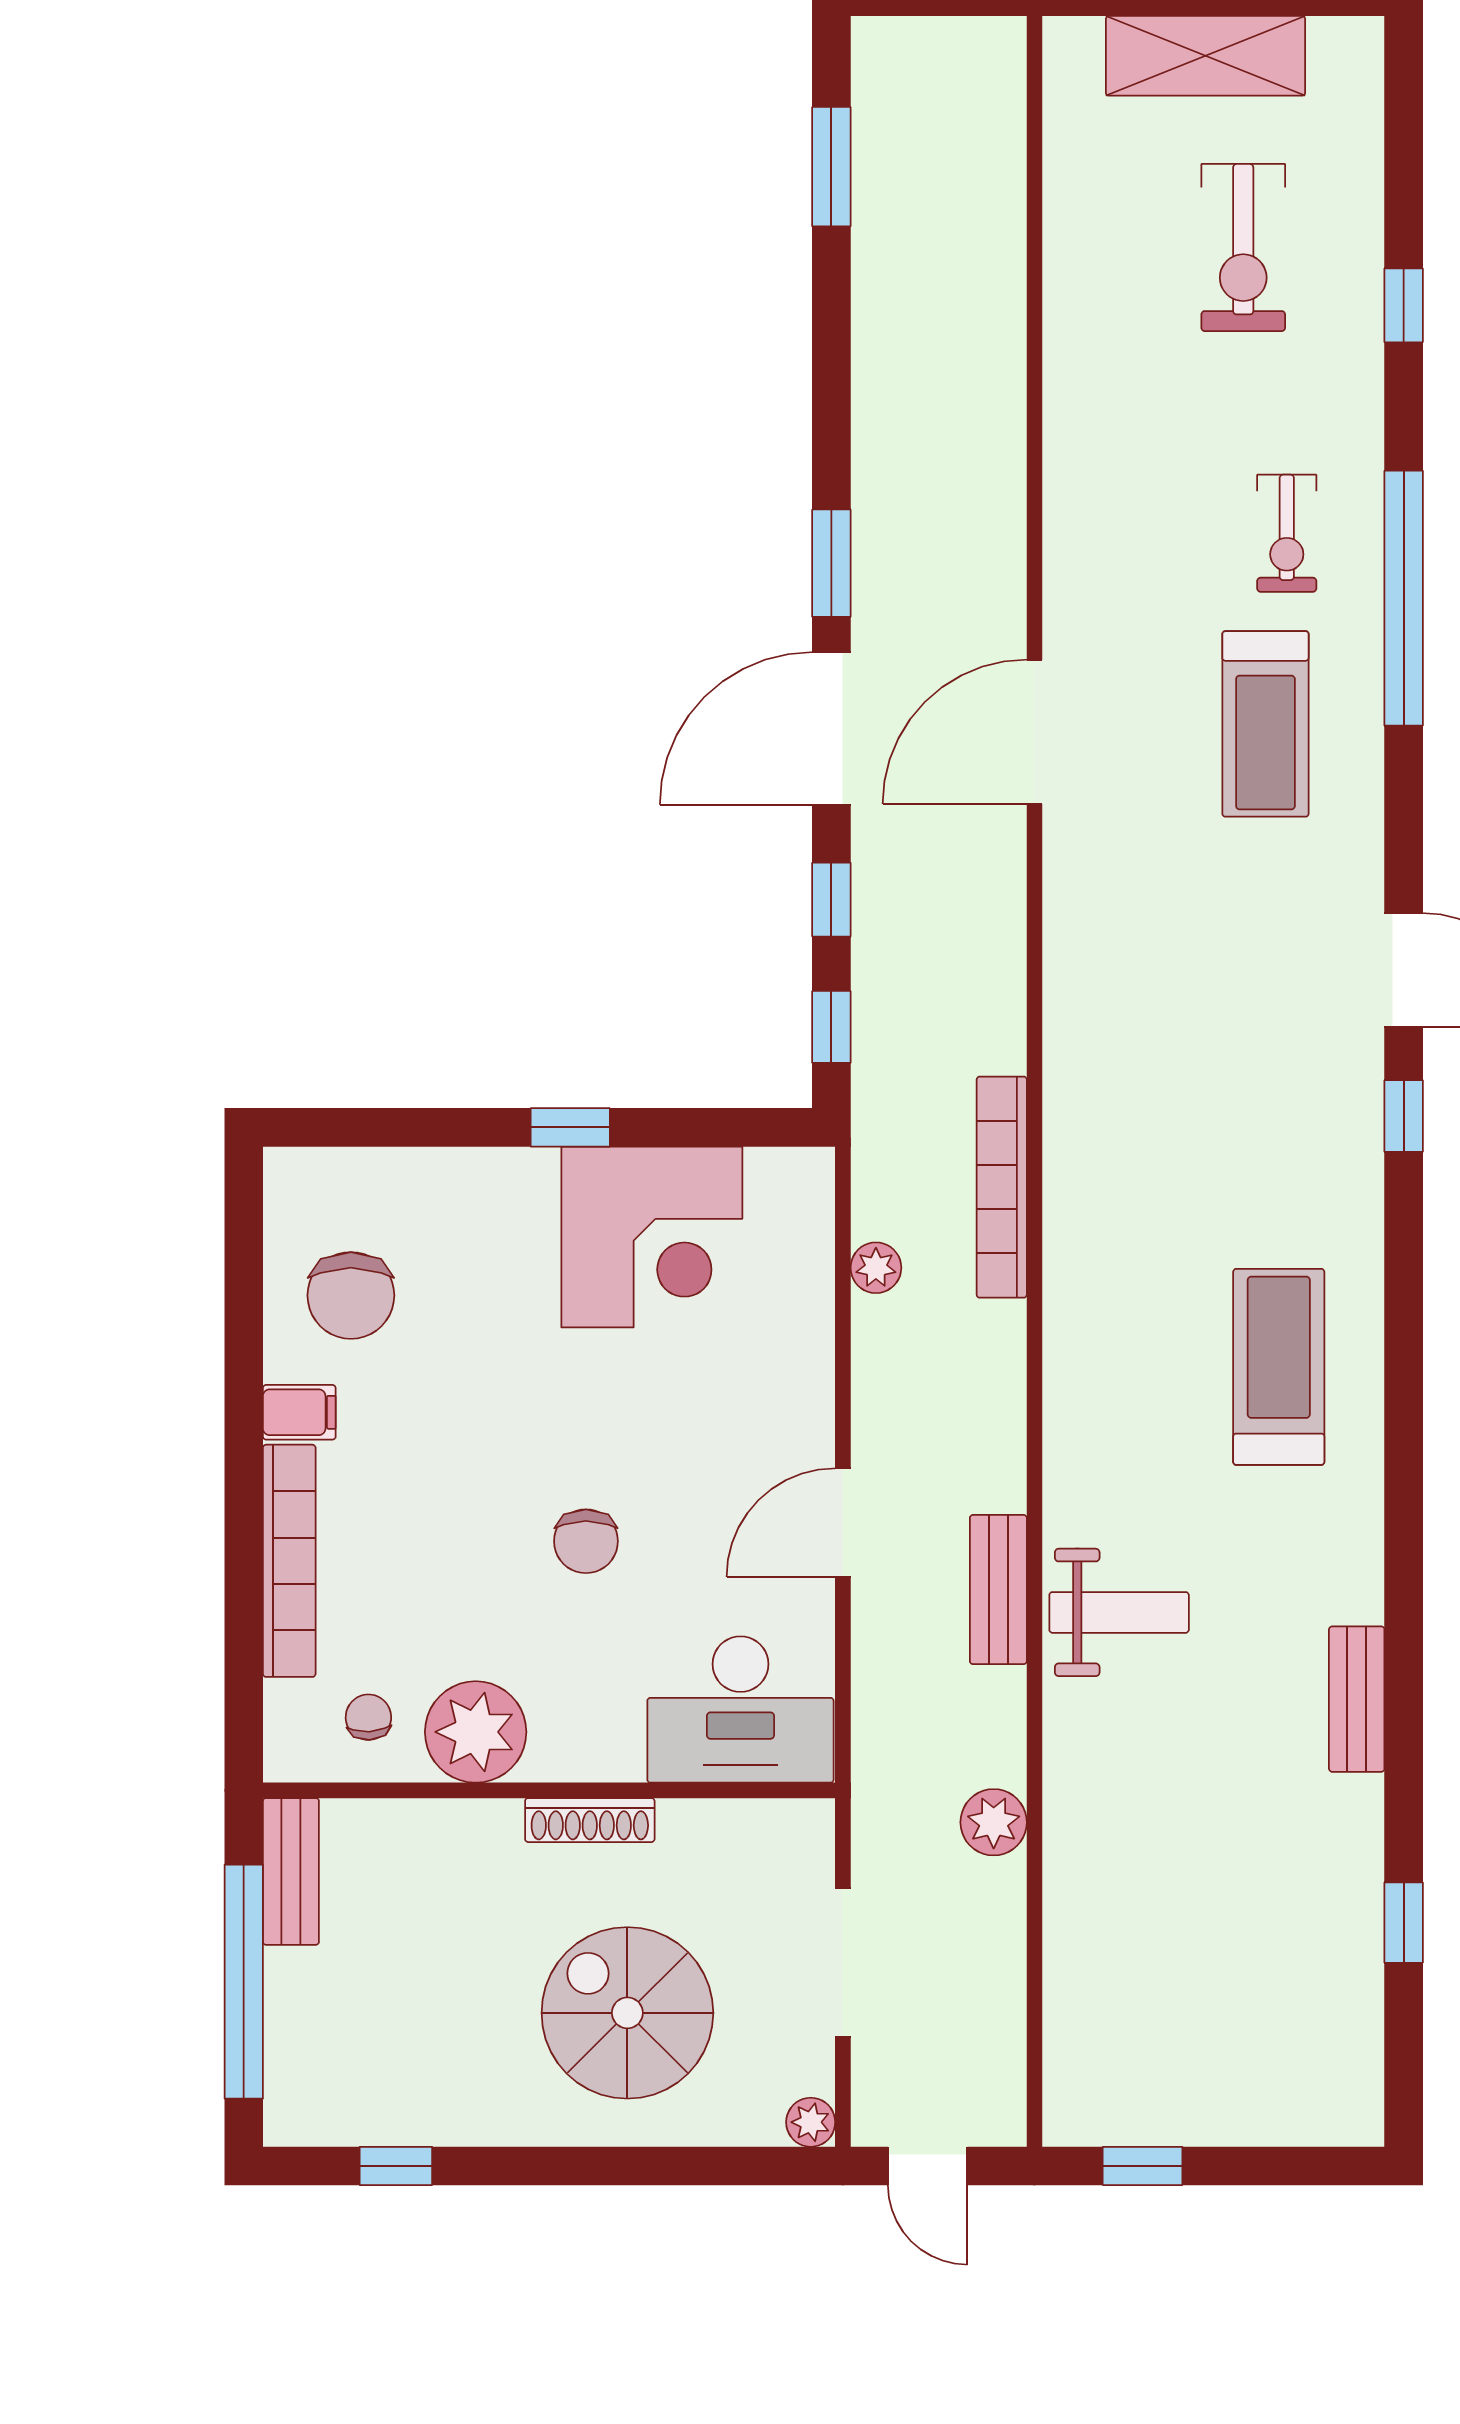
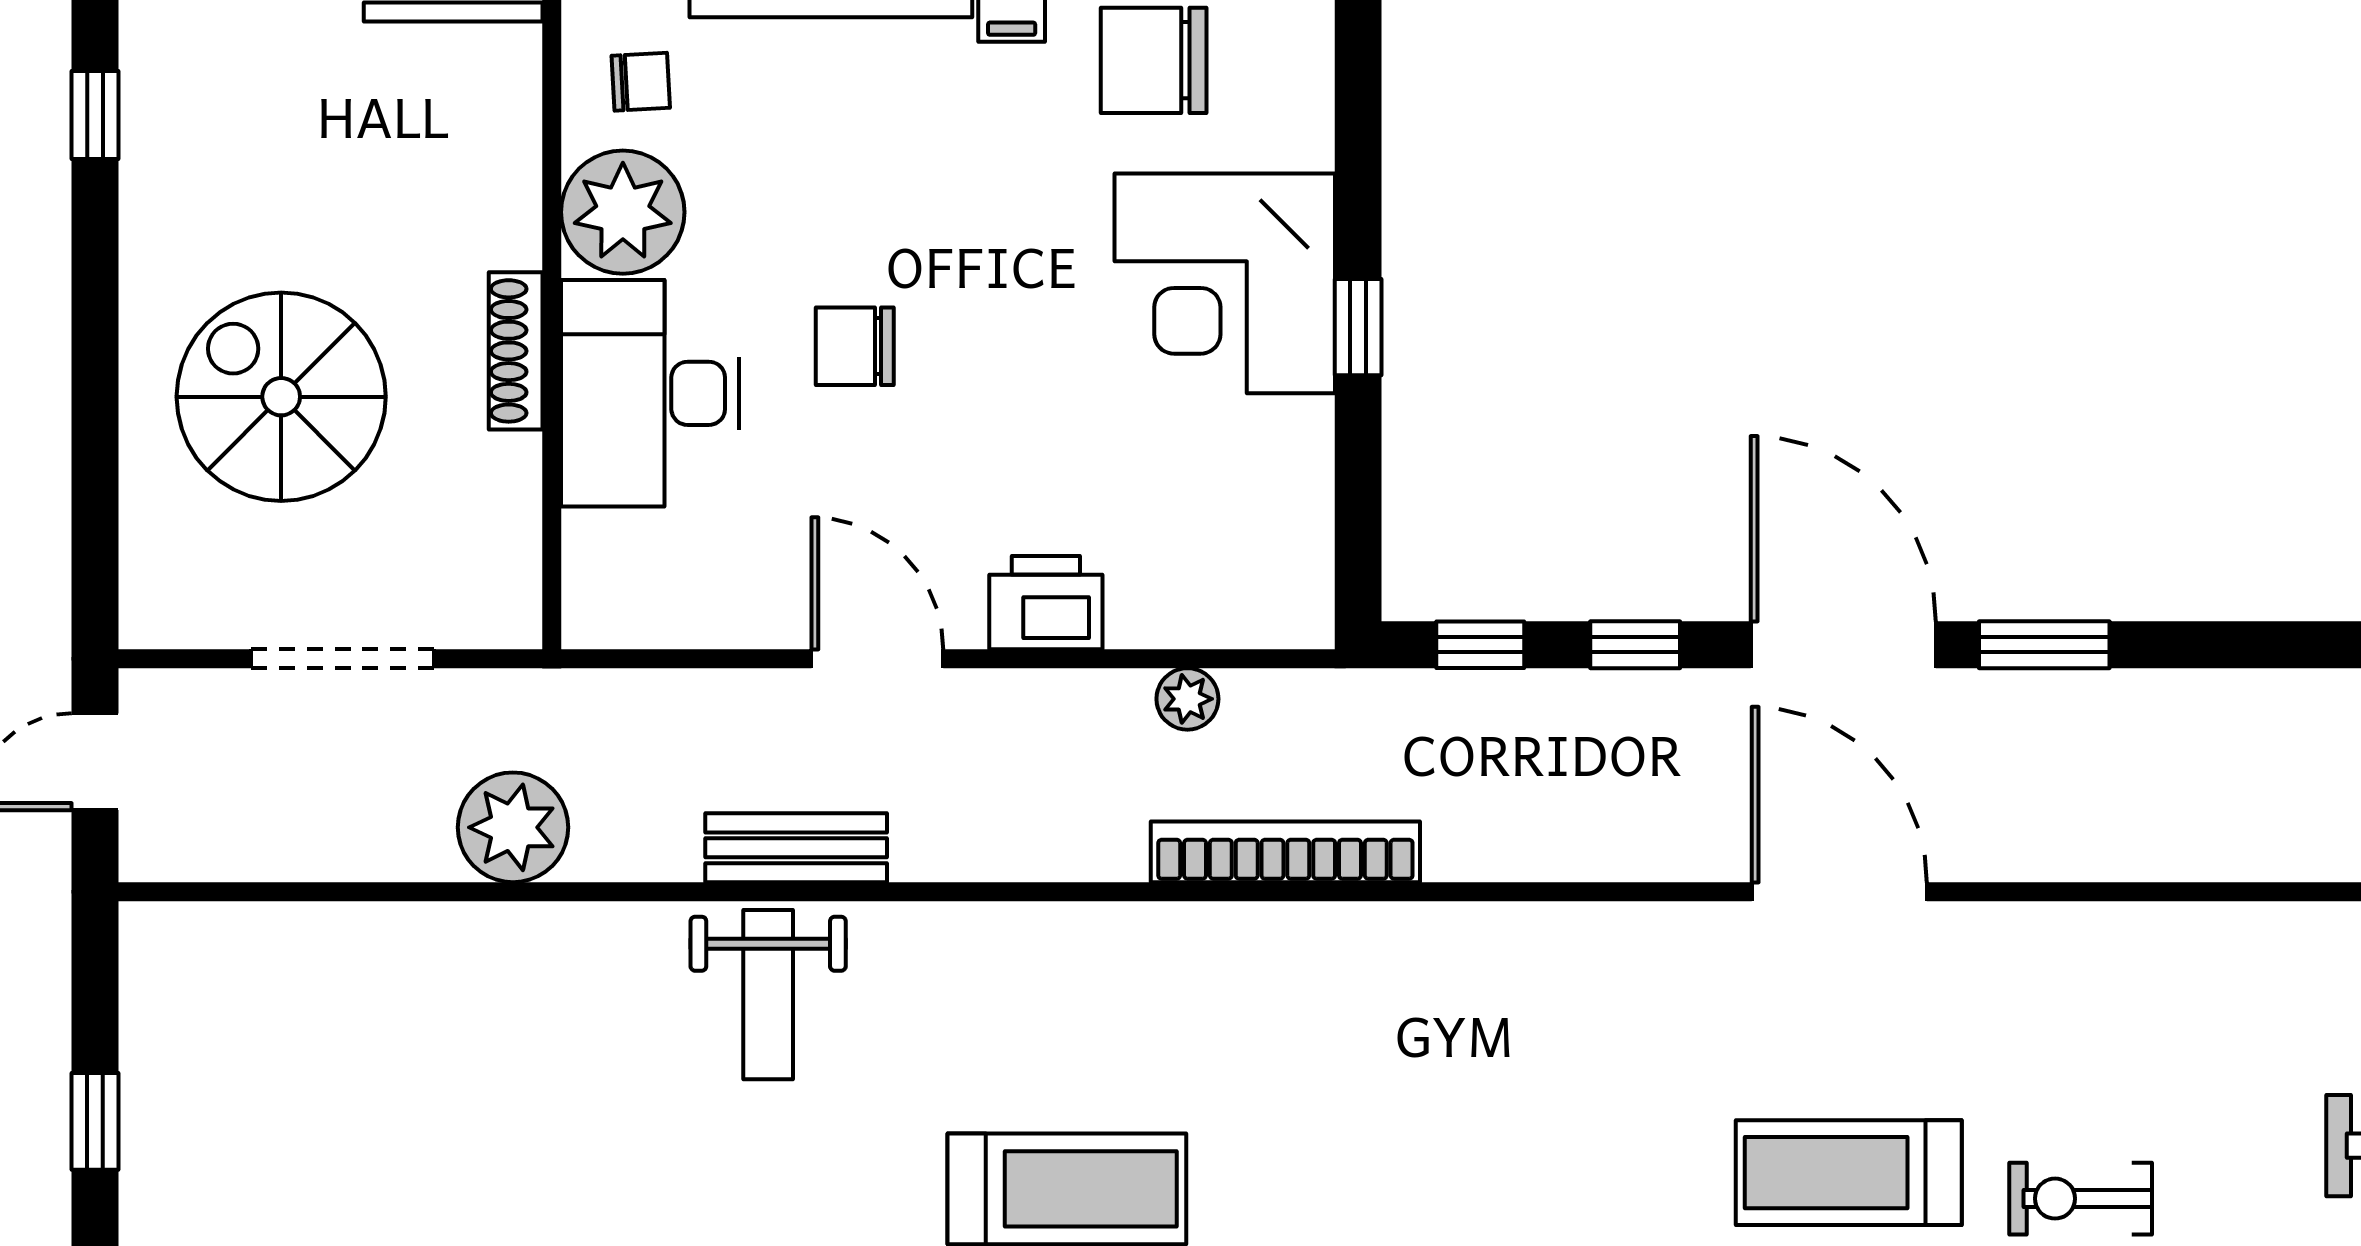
corner desk: (652, 1237) -> (1225, 283), moved
printer: (797, 1384) -> (1046, 603), added
desk: (740, 1710) -> (650, 393), moved
plant: (994, 1822) -> (513, 827), width x1.36, depth x1.36
spiral stairs: (627, 2013) -> (281, 397), turned -90
plant: (811, 2122) -> (148, 620), removed
window: (1143, 2166) -> (95, 1121), moved

